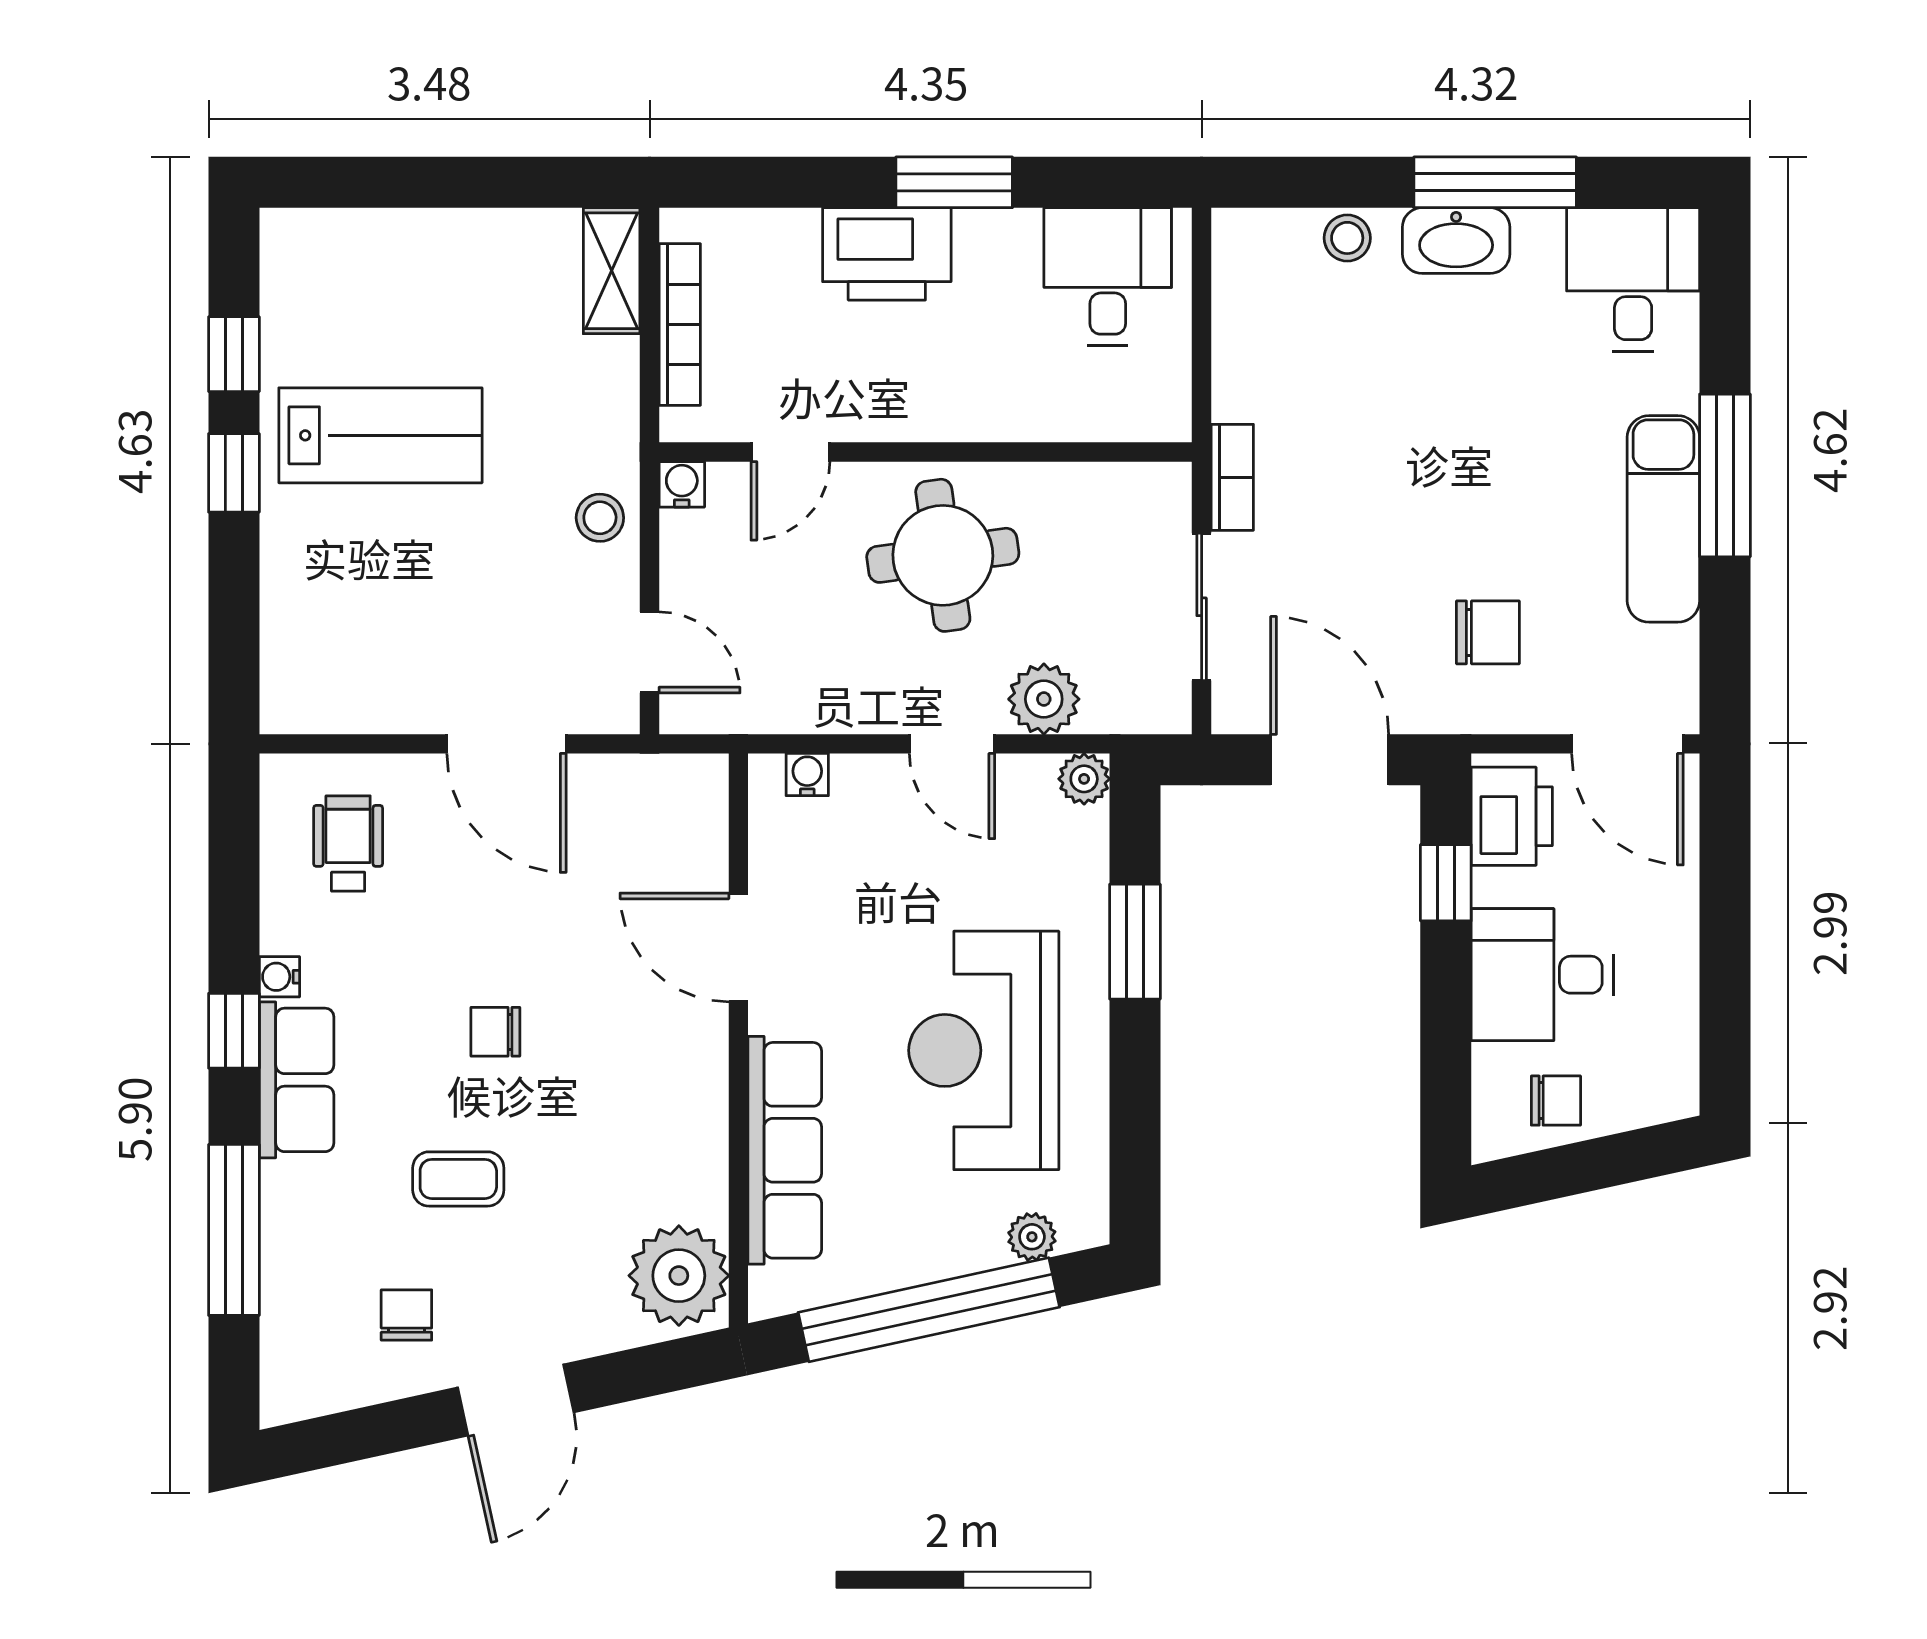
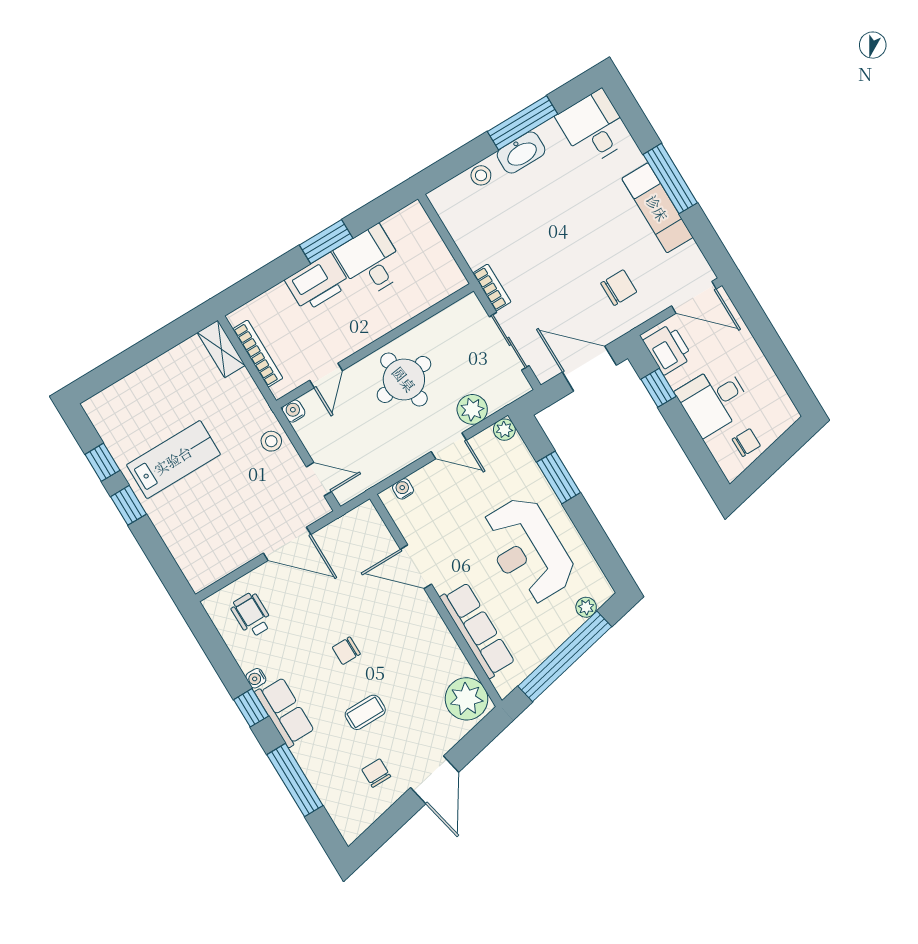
desk: (1108, 276) -> (371, 261), moved

